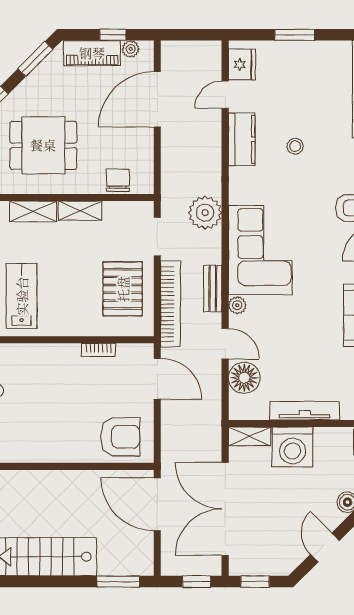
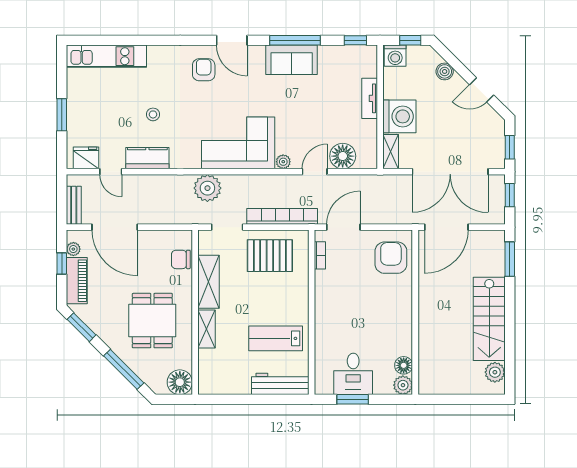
shelving: (80, 211) -> (208, 282), width x1.50, depth x1.33
bench: (213, 289) -> (74, 205), moved, turned 90
bookcase: (98, 350) -> (320, 255), moved
tv unit: (305, 411) -> (370, 98), width x0.71

